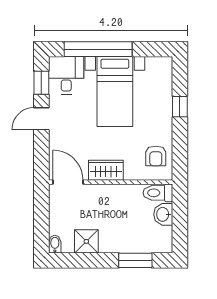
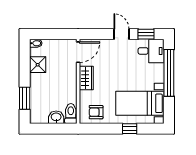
bed with nightstands: (115, 92) -> (140, 103), moved

